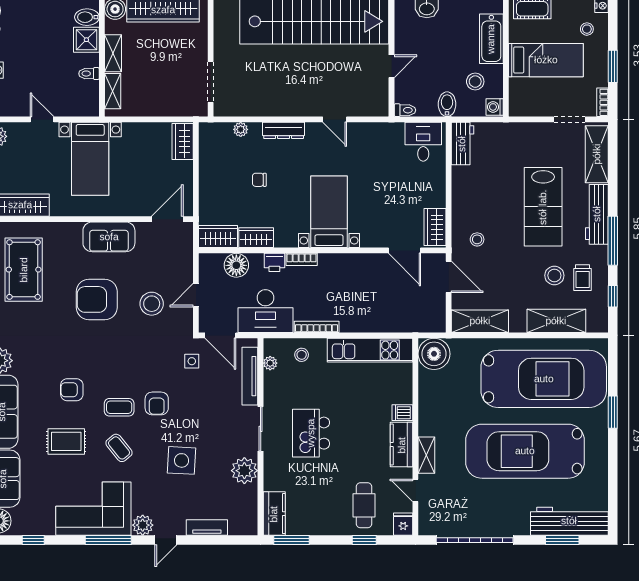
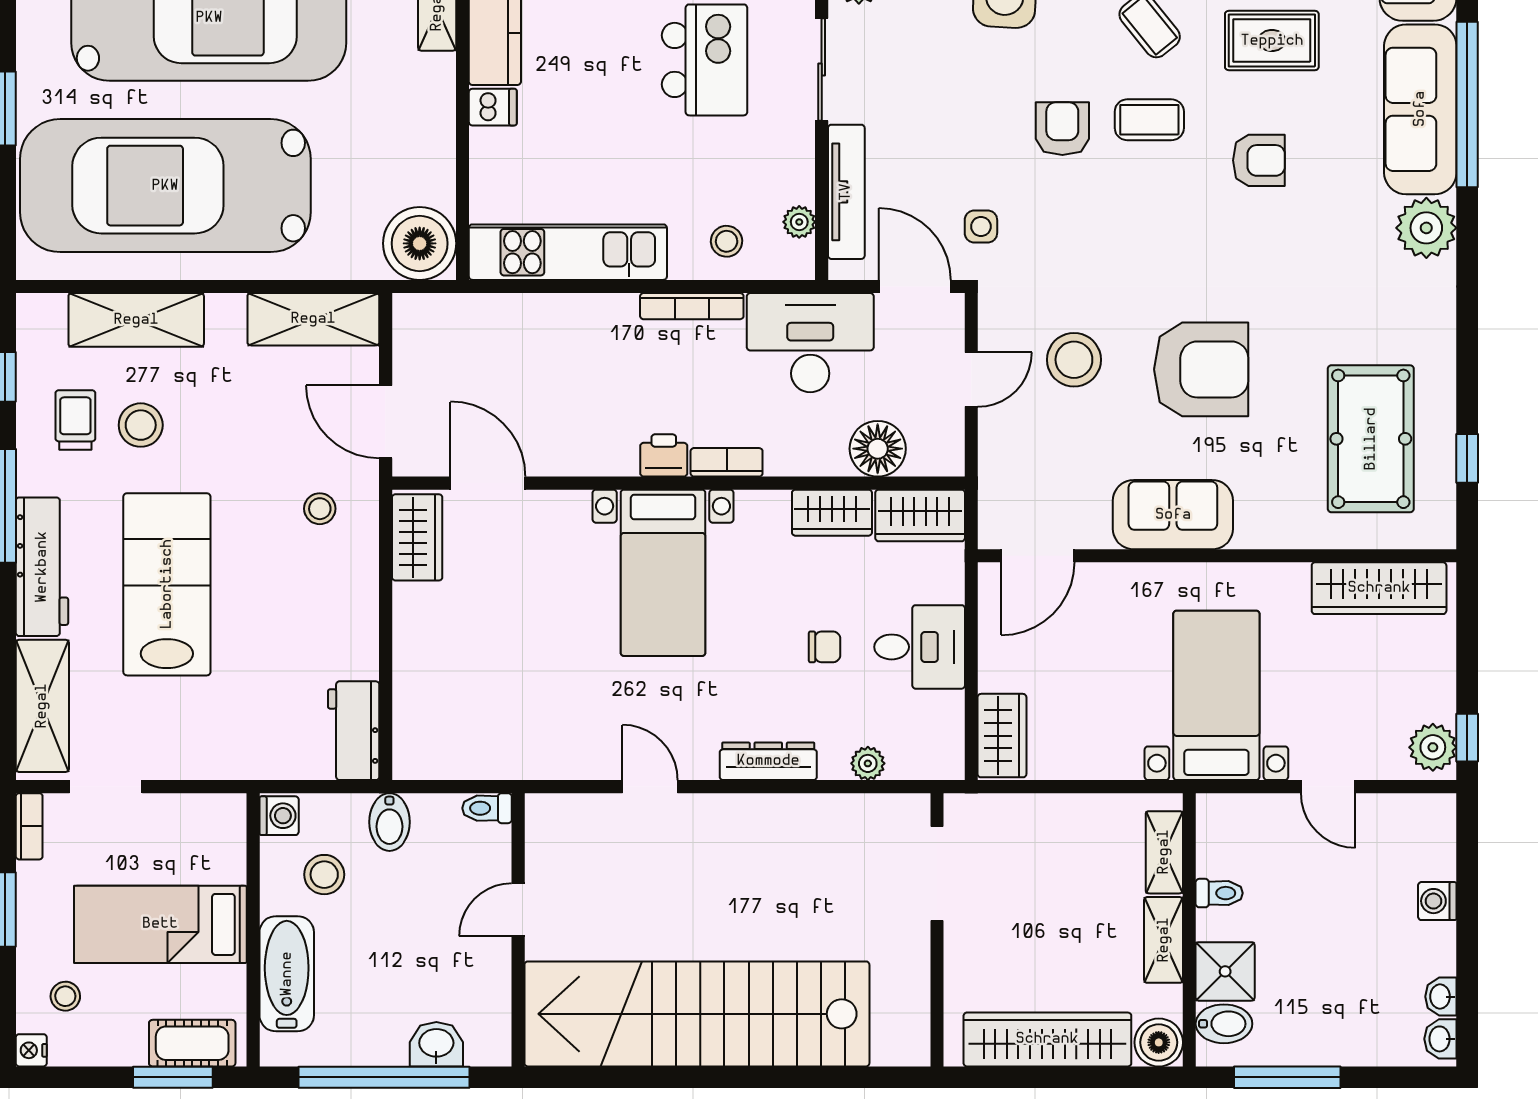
desk: (423, 142) -> (920, 647), moved, turned -90
printer: (274, 262) -> (664, 455), moved

